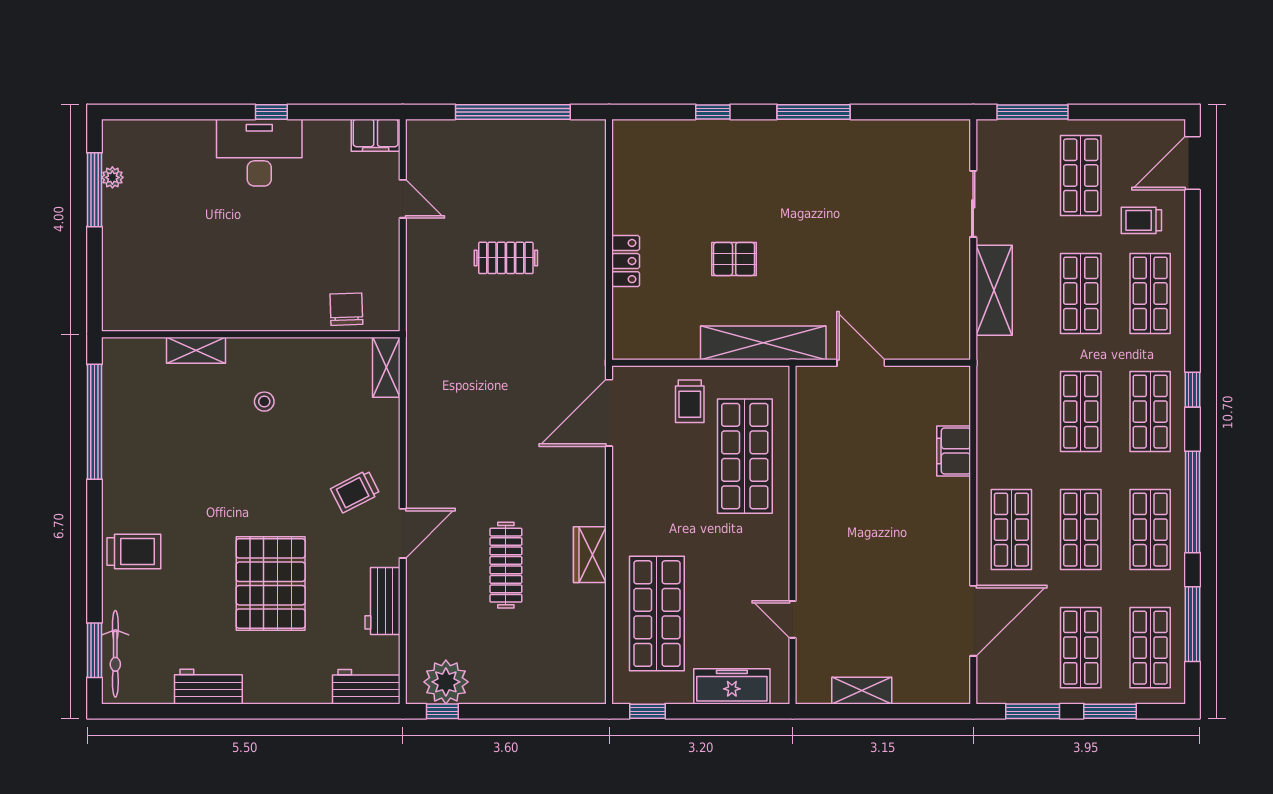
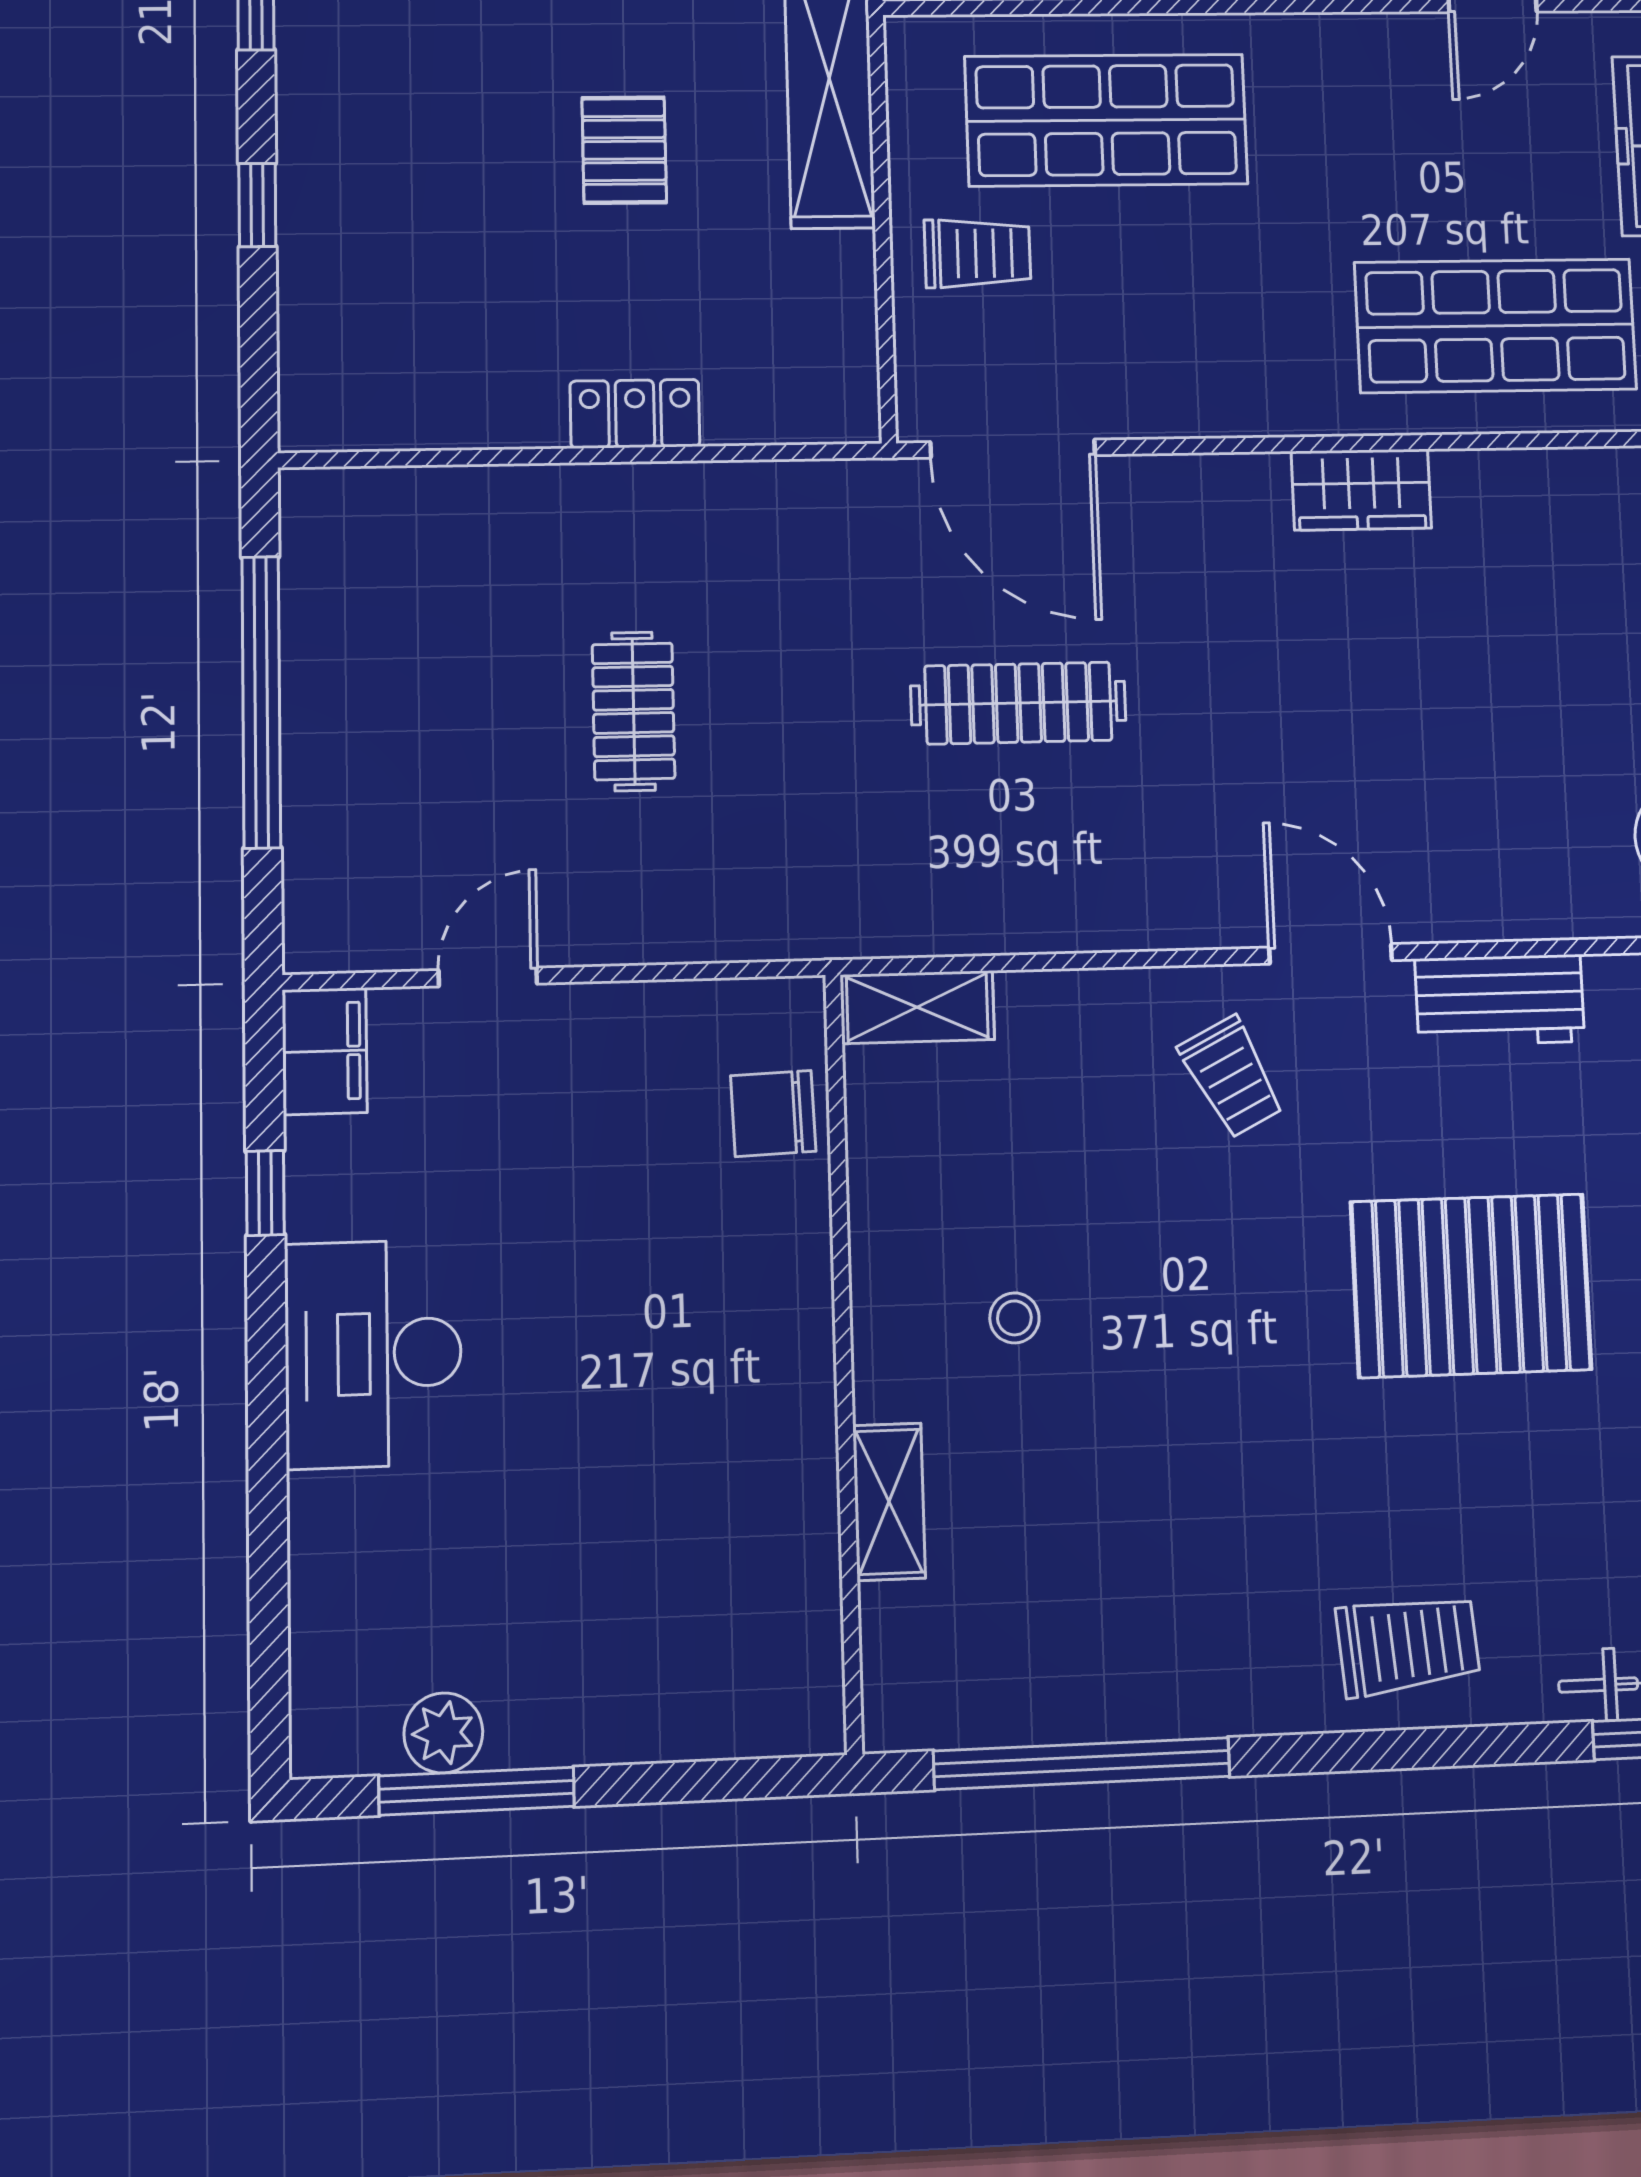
window: (271, 112) -> (265, 1193), moved
plant: (112, 177) -> (443, 1733), width x1.38, depth x1.38
trolley: (134, 551) -> (1408, 1645), turned 85
clothes rail: (506, 565) -> (1018, 703), moved

